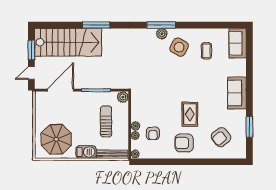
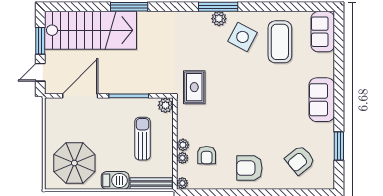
coffee table: (206, 51) -> (280, 42), width x1.86, depth x1.72
rug: (190, 114) -> (194, 87), moved

